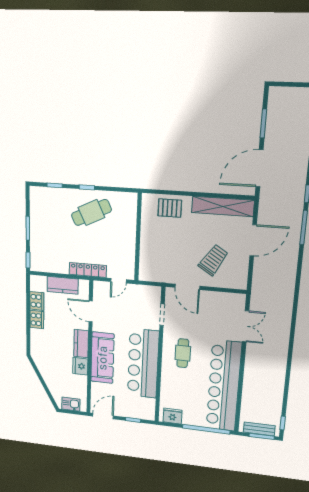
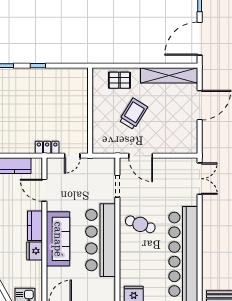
cafe table: (91, 213) -> (43, 90), removed
trolley: (213, 260) -> (133, 114), moved
locker: (88, 270) -> (47, 147), width x0.66
double door: (246, 326) -> (200, 179), moved
cafe table: (183, 353) -> (140, 224), turned -71

